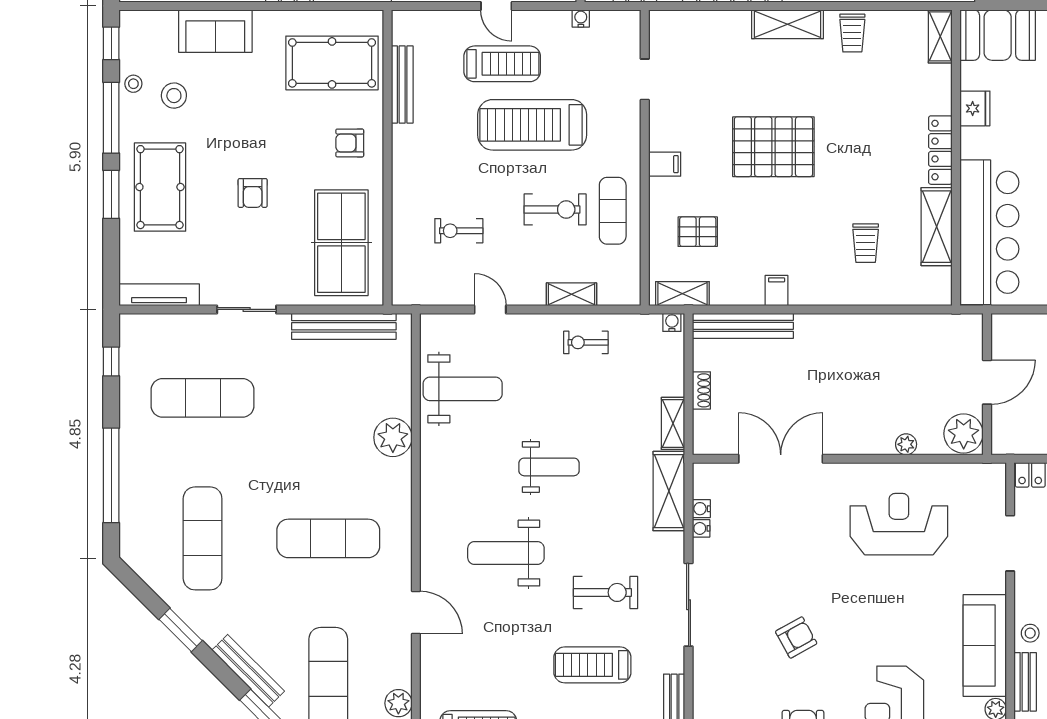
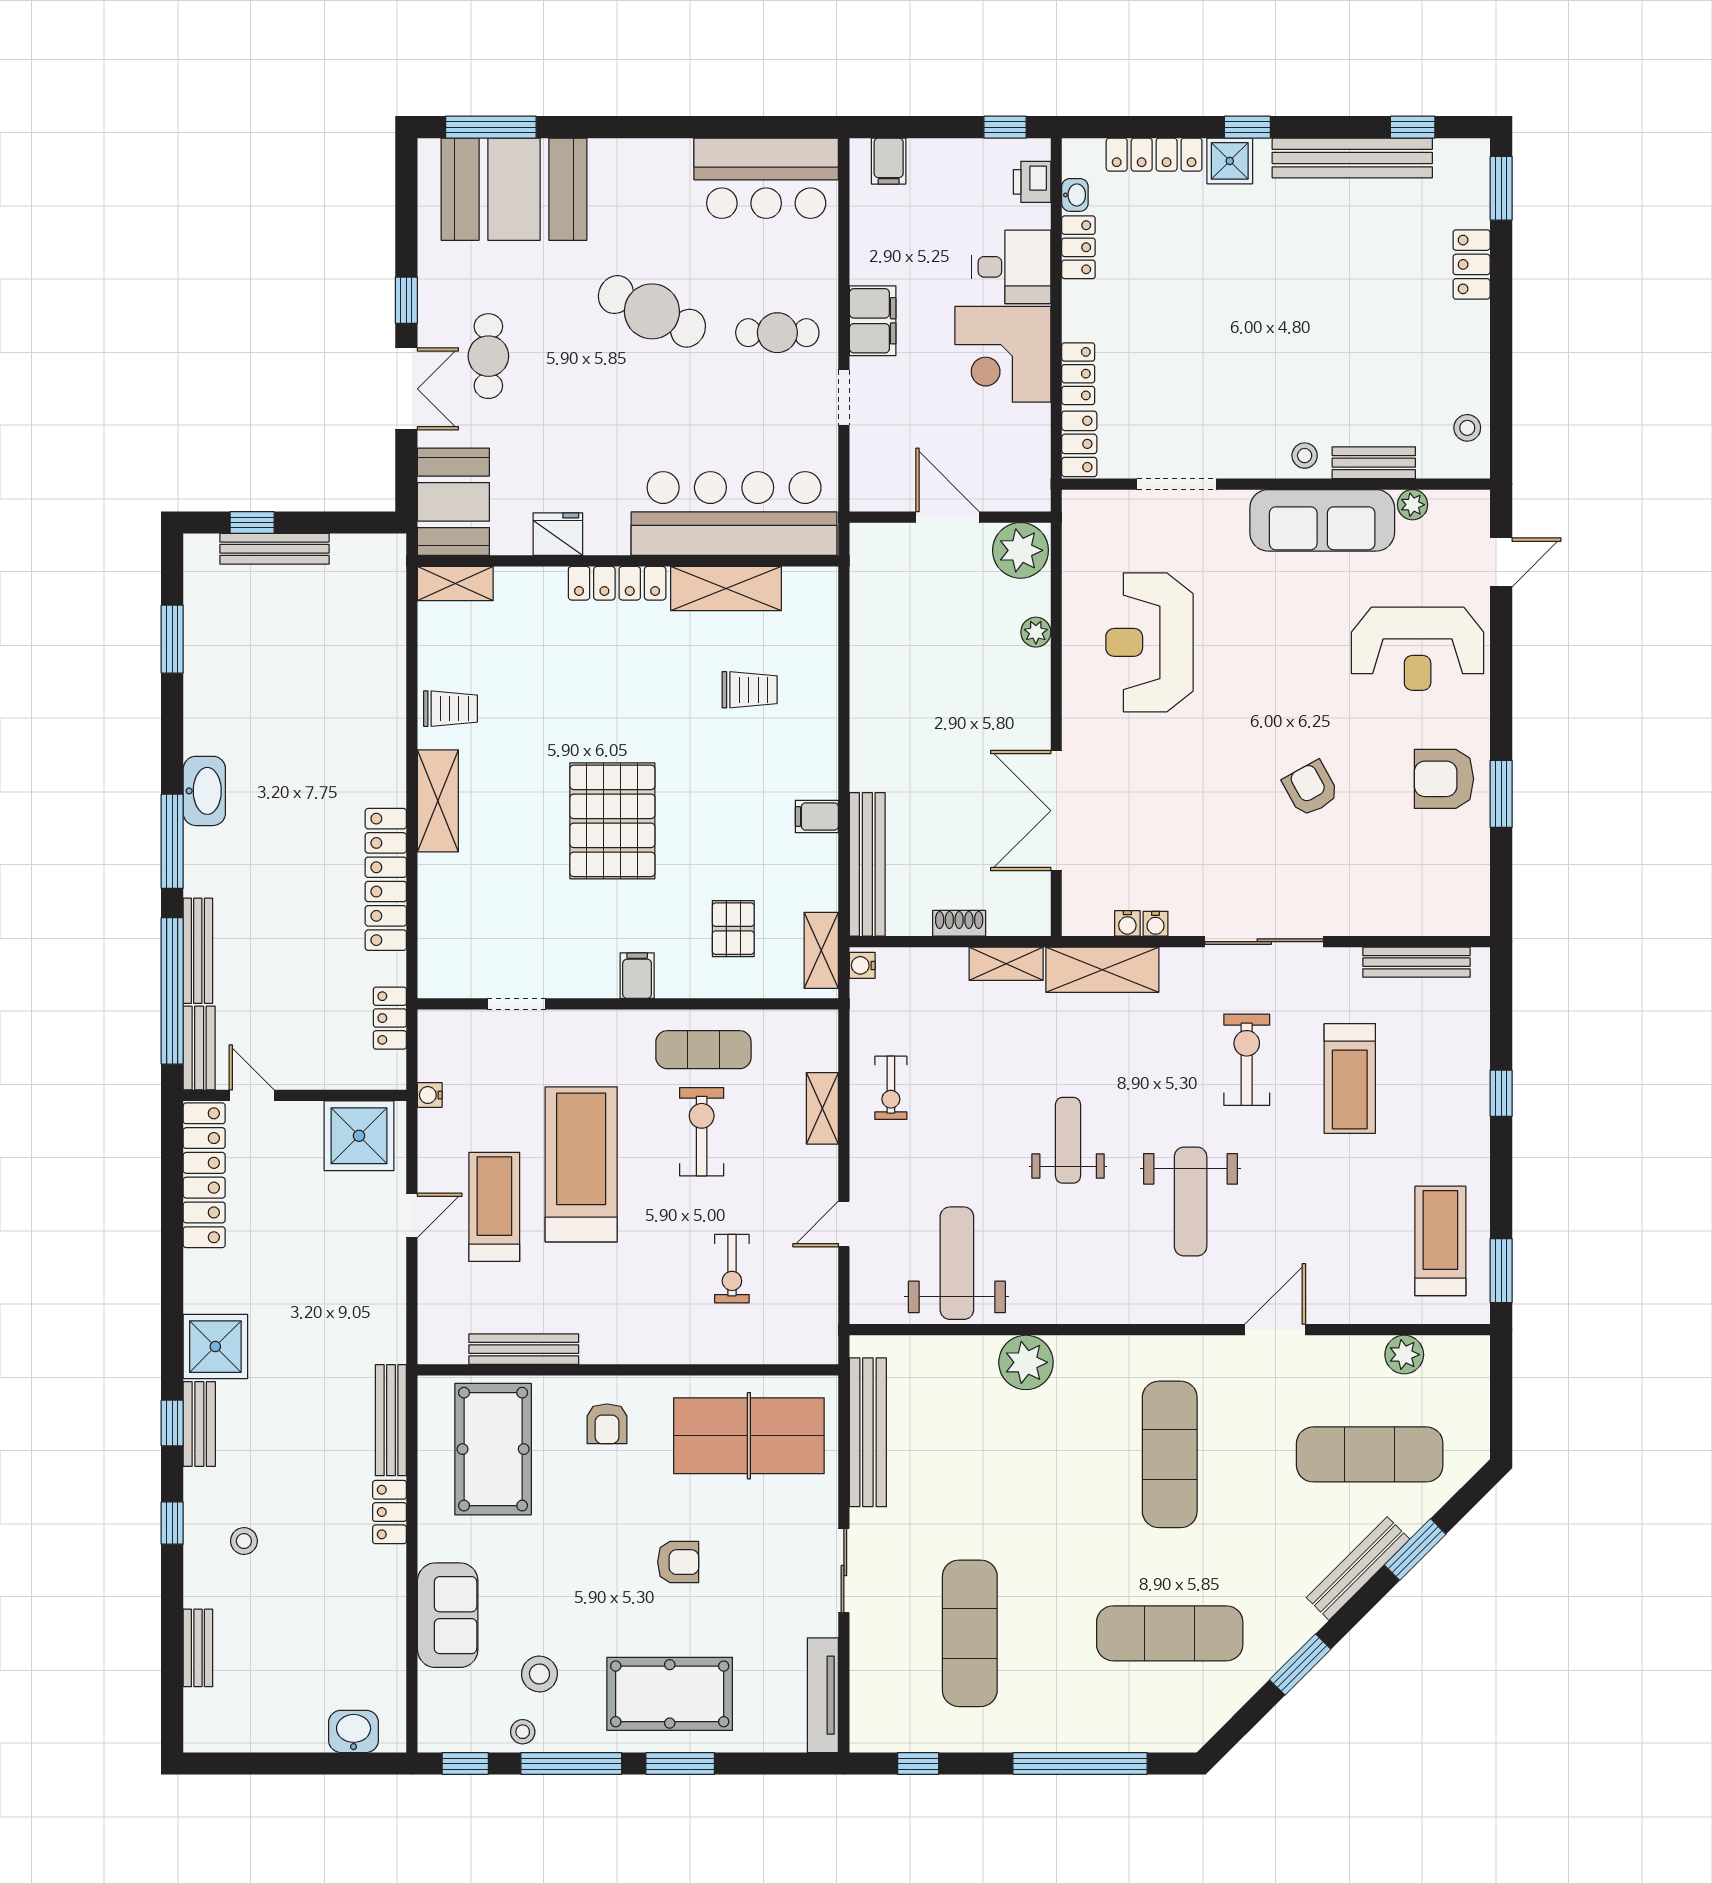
treadmill: (532, 125) -> (581, 1164), turned 180

